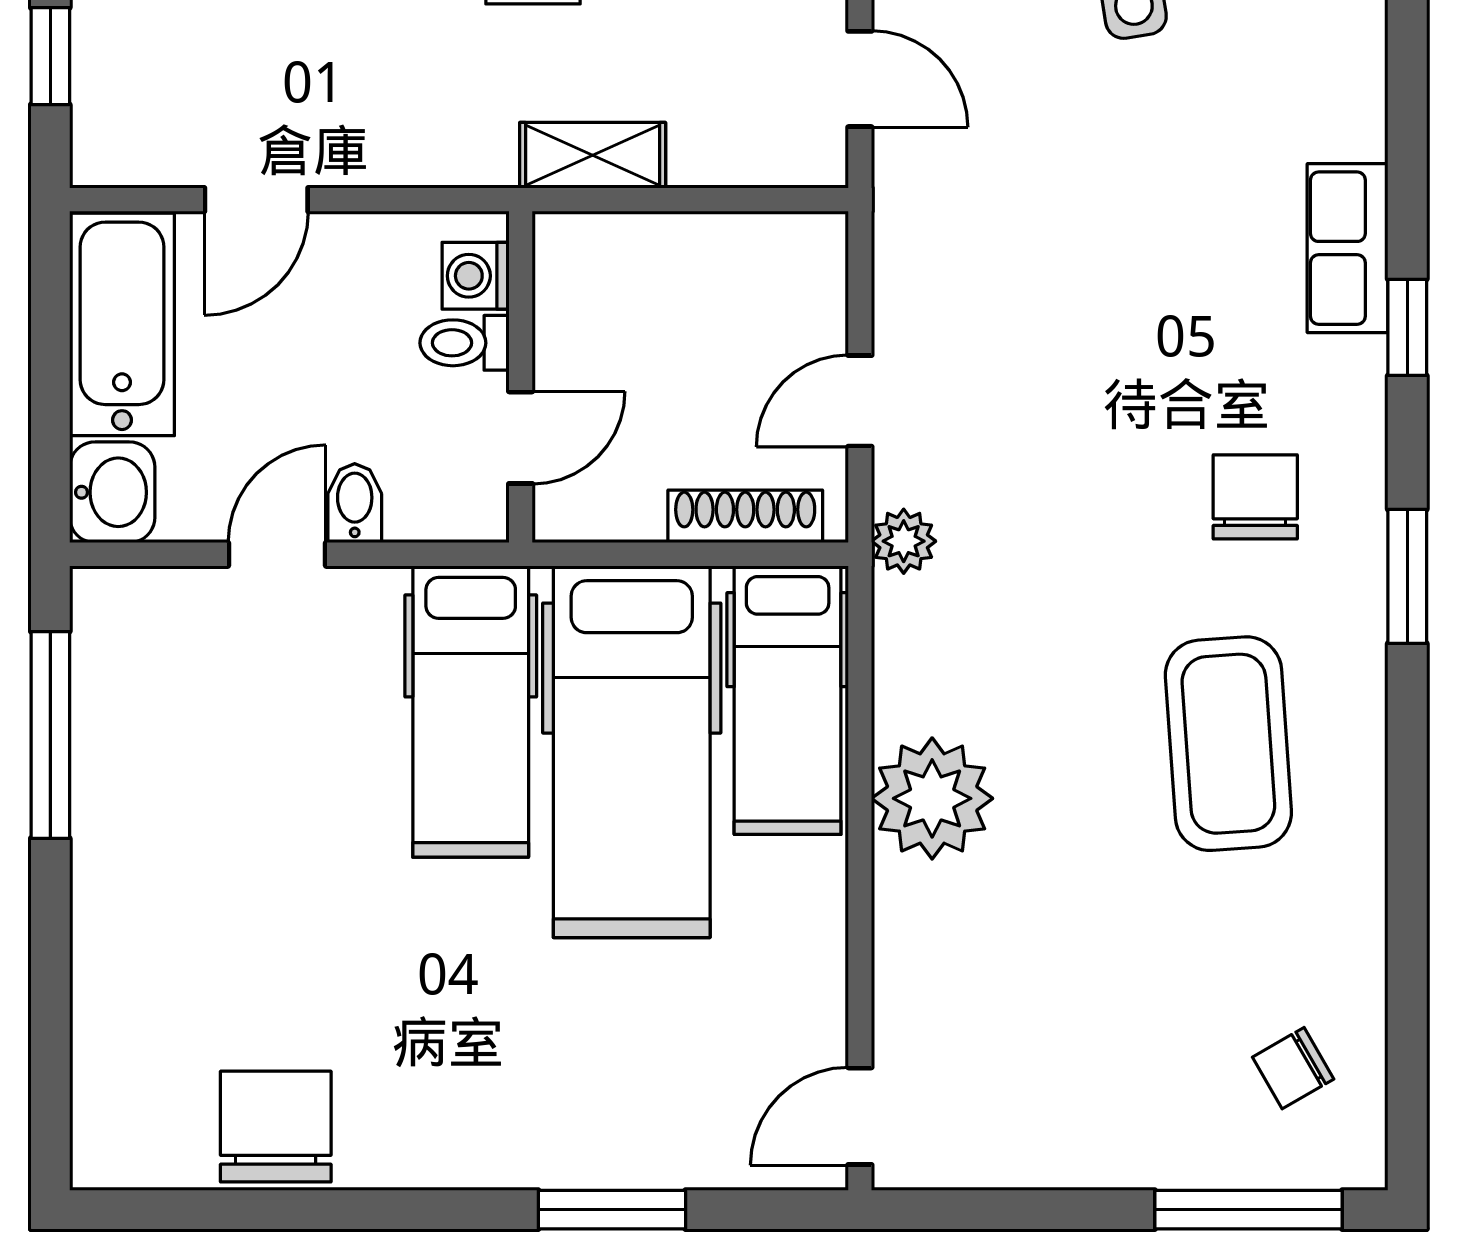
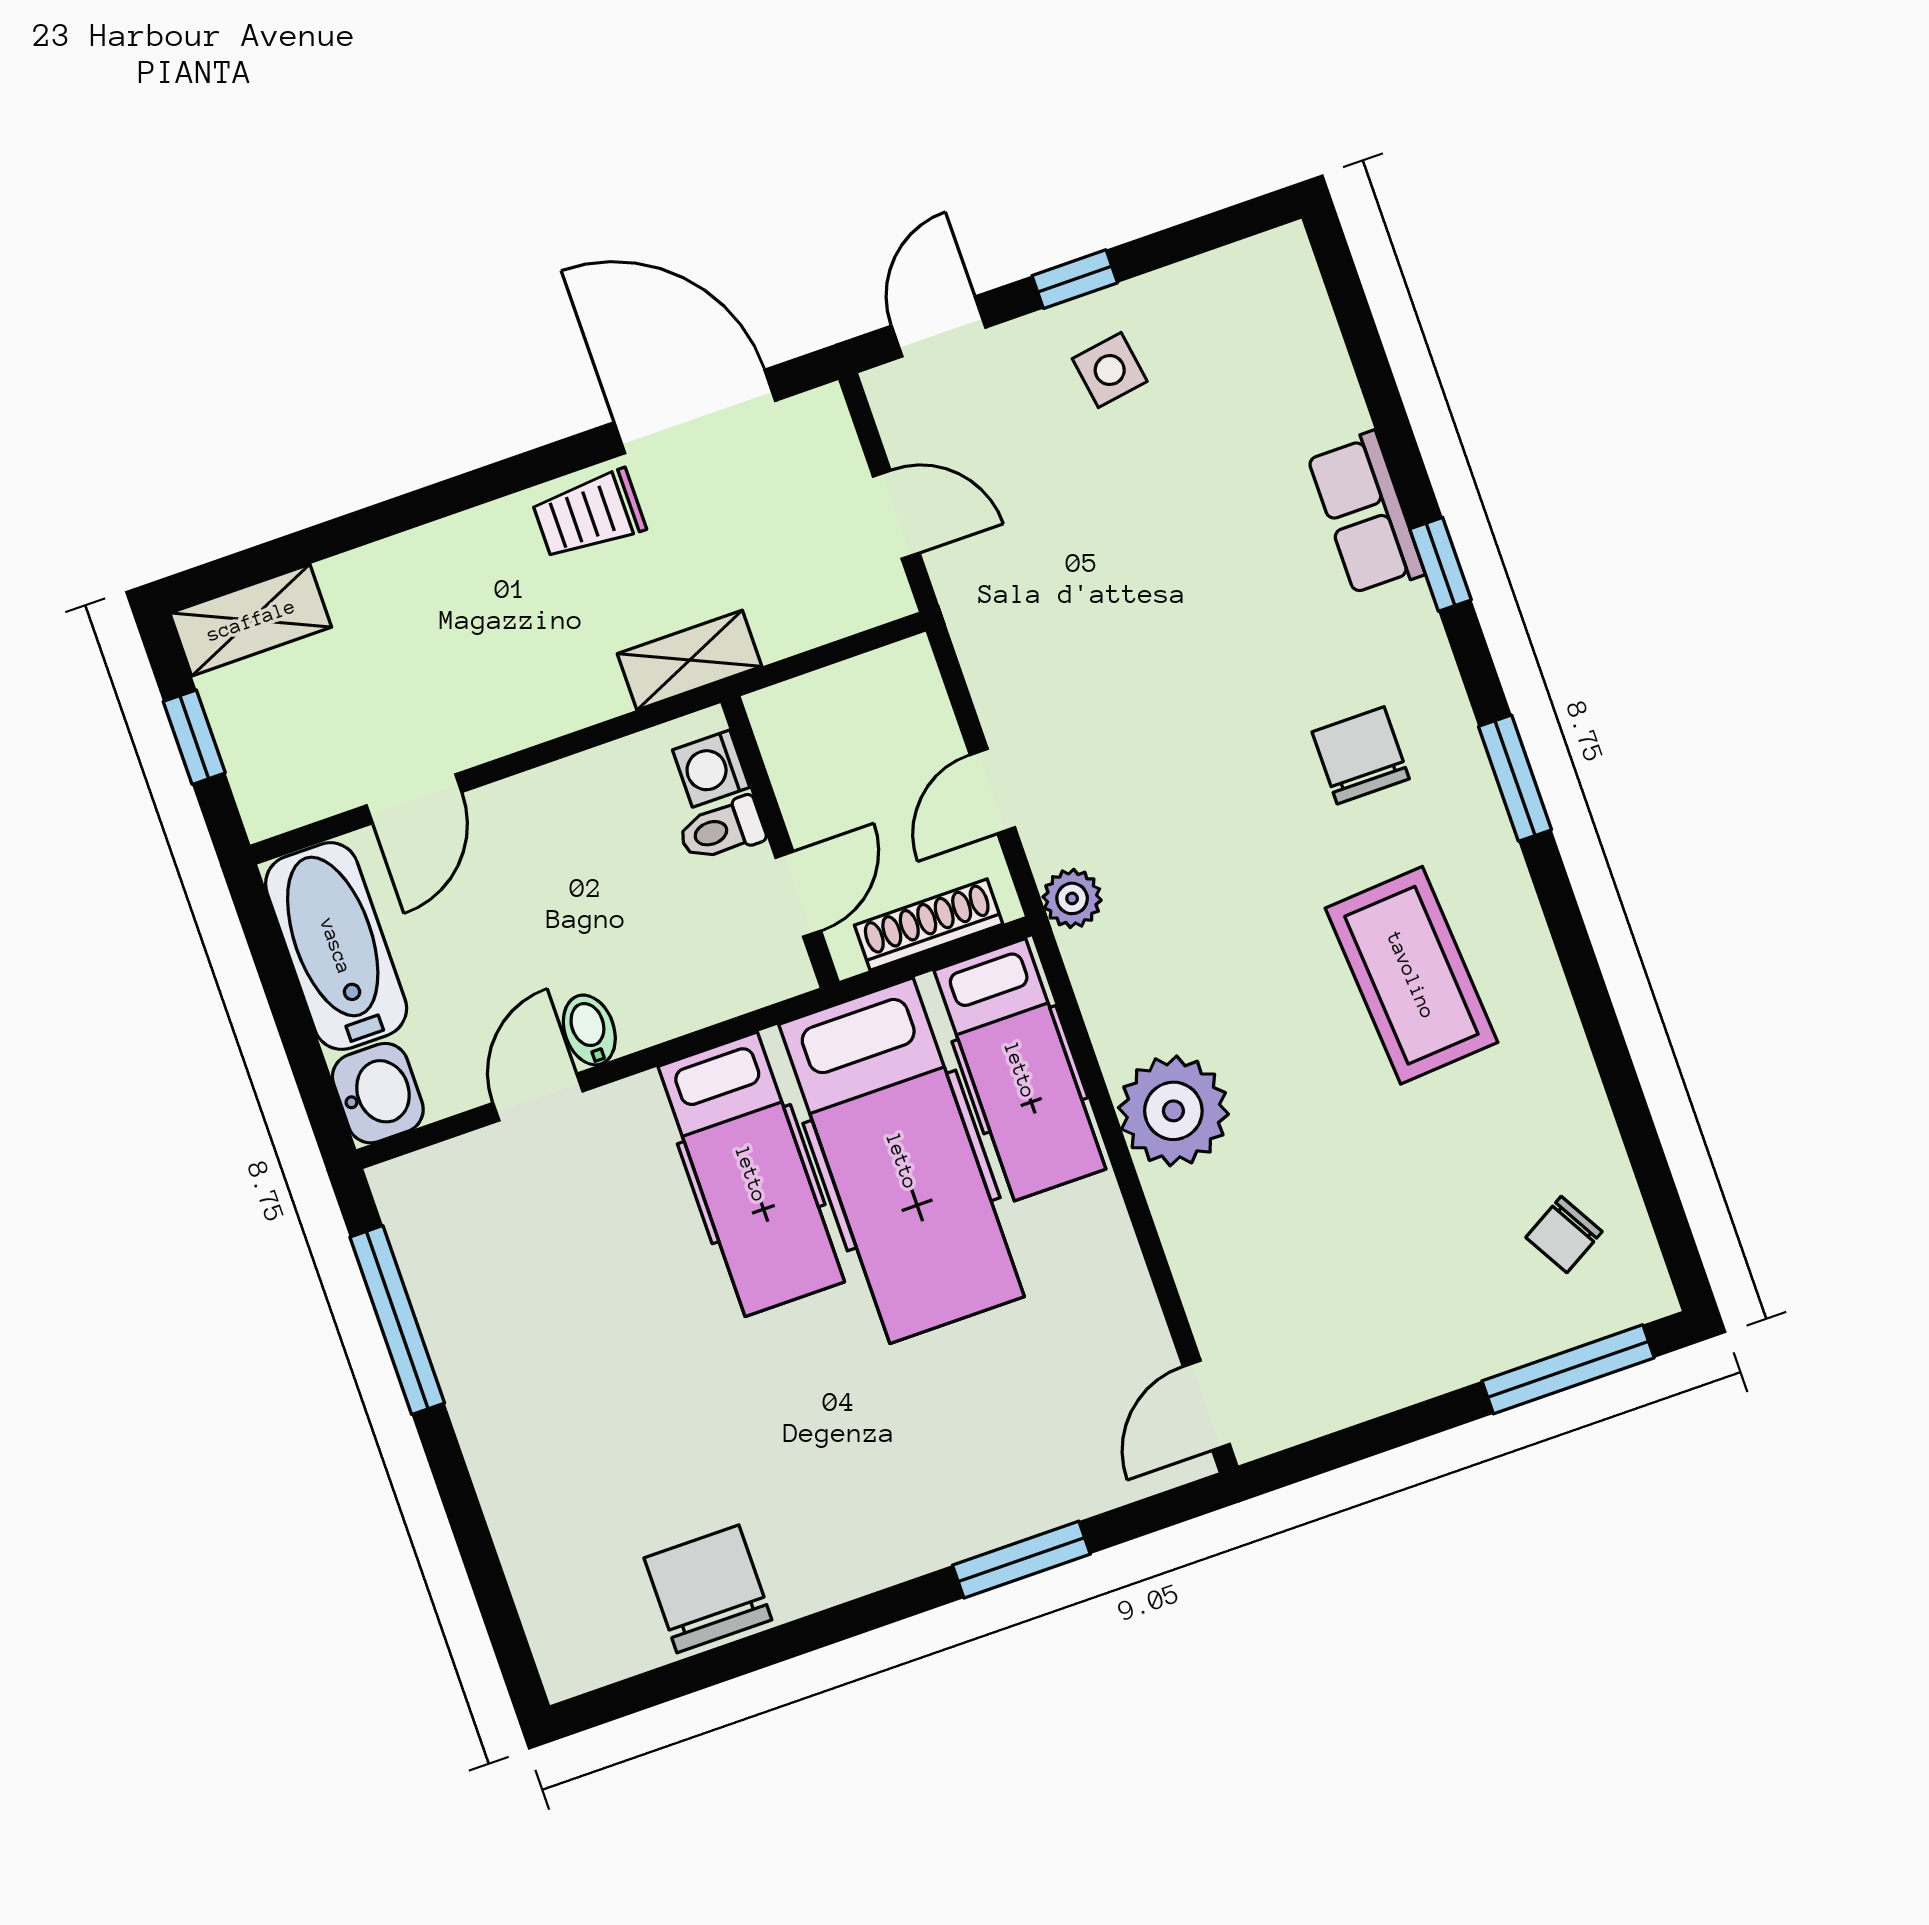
washing machine: (476, 276) -> (711, 769), moved
toilet: (464, 343) -> (722, 829), moved
wall: (521, 377) -> (780, 842), moved
door: (521, 438) -> (798, 894), moved

